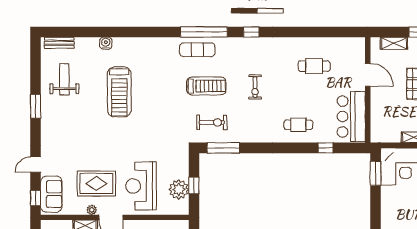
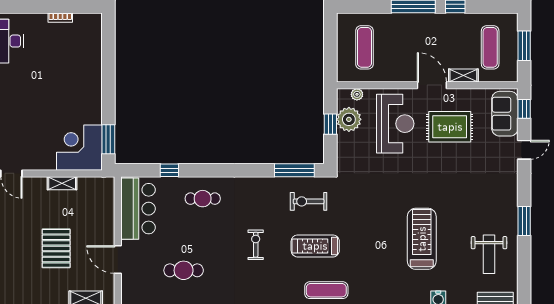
plant: (92, 210) -> (357, 94), moved

